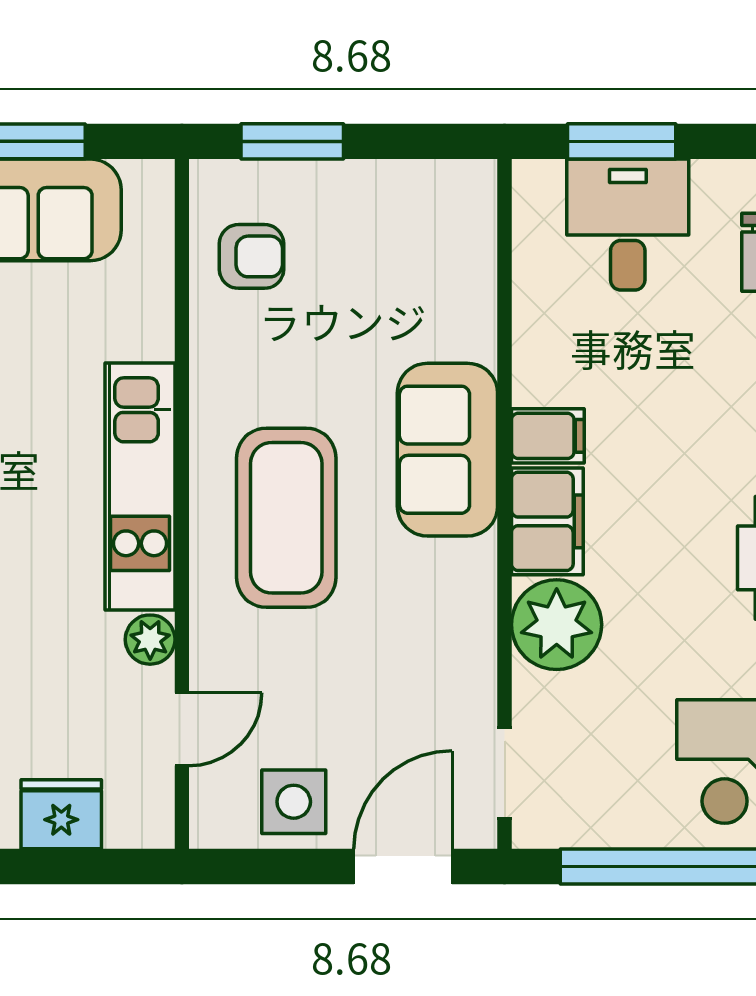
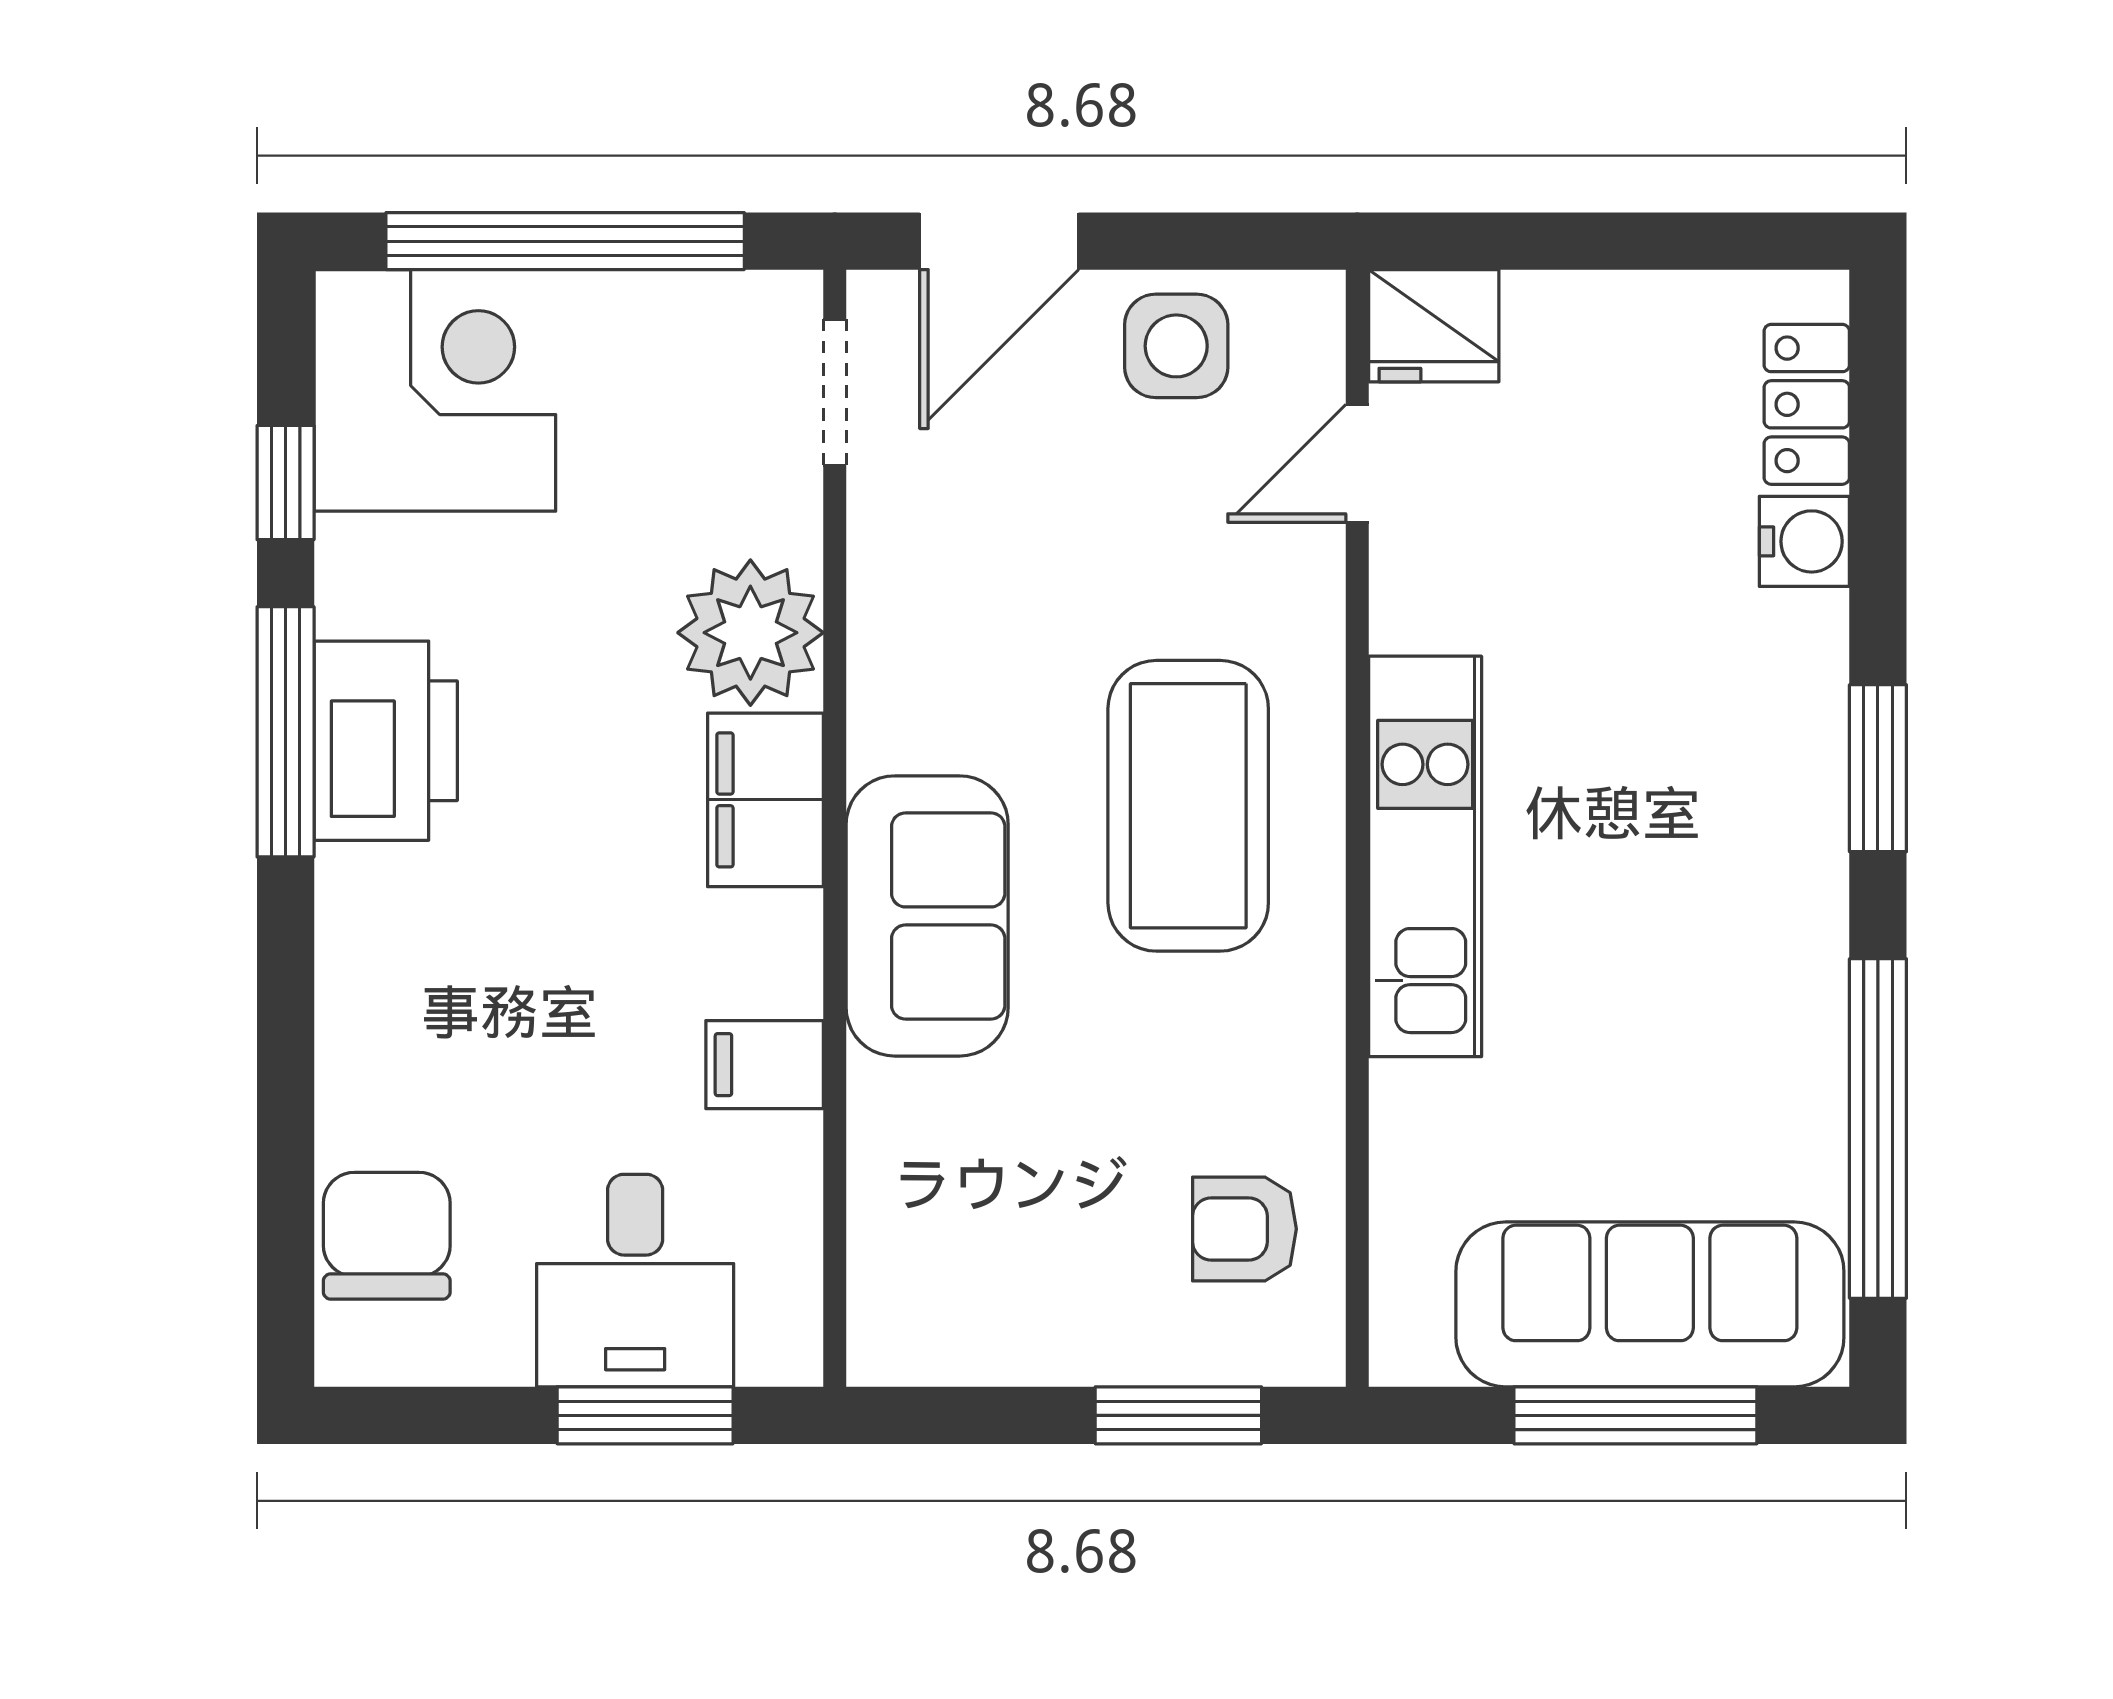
filing cabinet: (548, 436) -> (765, 1065), moved
plant: (150, 640) -> (1409, 609), removed
fridge: (61, 814) -> (1434, 326), moved

